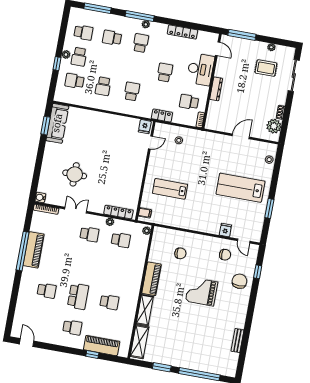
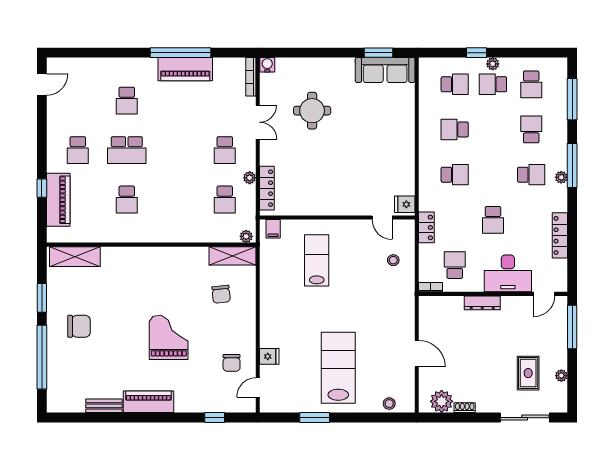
school desk: (165, 72) -> (493, 220), turned 90
school desk: (75, 81) -> (455, 84), turned 90
piano: (152, 279) -> (148, 402), moved, turned 180
chair: (239, 281) -> (79, 326), moved
shelving: (145, 310) -> (233, 256), moved

